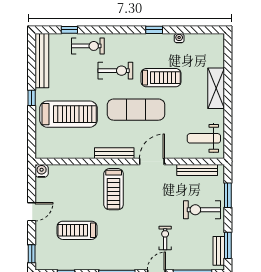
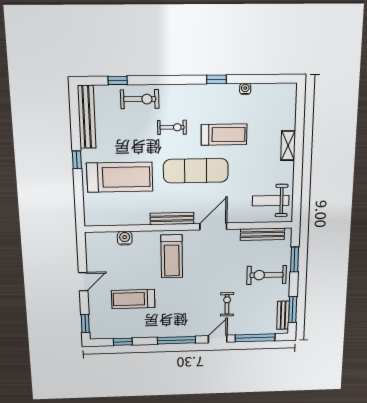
exercise bike: (115, 71) -> (172, 127), width x0.73, depth x0.72
shelving: (216, 88) -> (288, 146), width x0.67, depth x0.75
water cooler: (42, 171) -> (125, 238), moved

